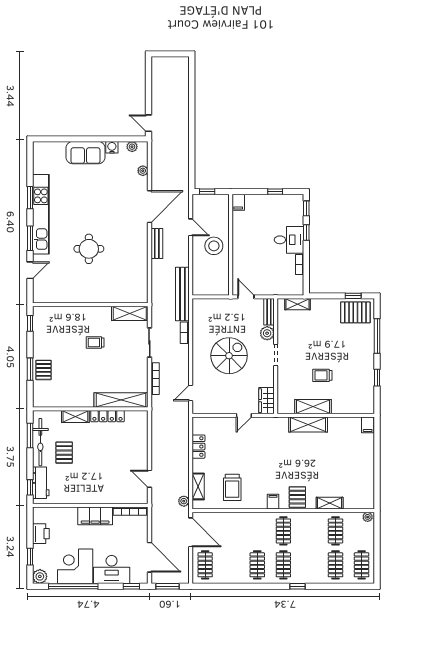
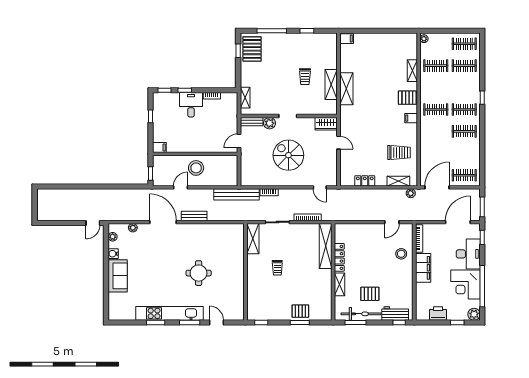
stool: (112, 490) -> (401, 254), added

